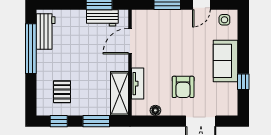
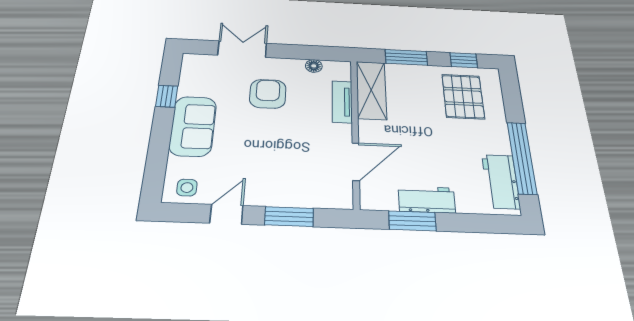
workbench: (102, 18) -> (427, 200), moved
pallet: (62, 92) -> (463, 96), width x1.50, depth x1.42

